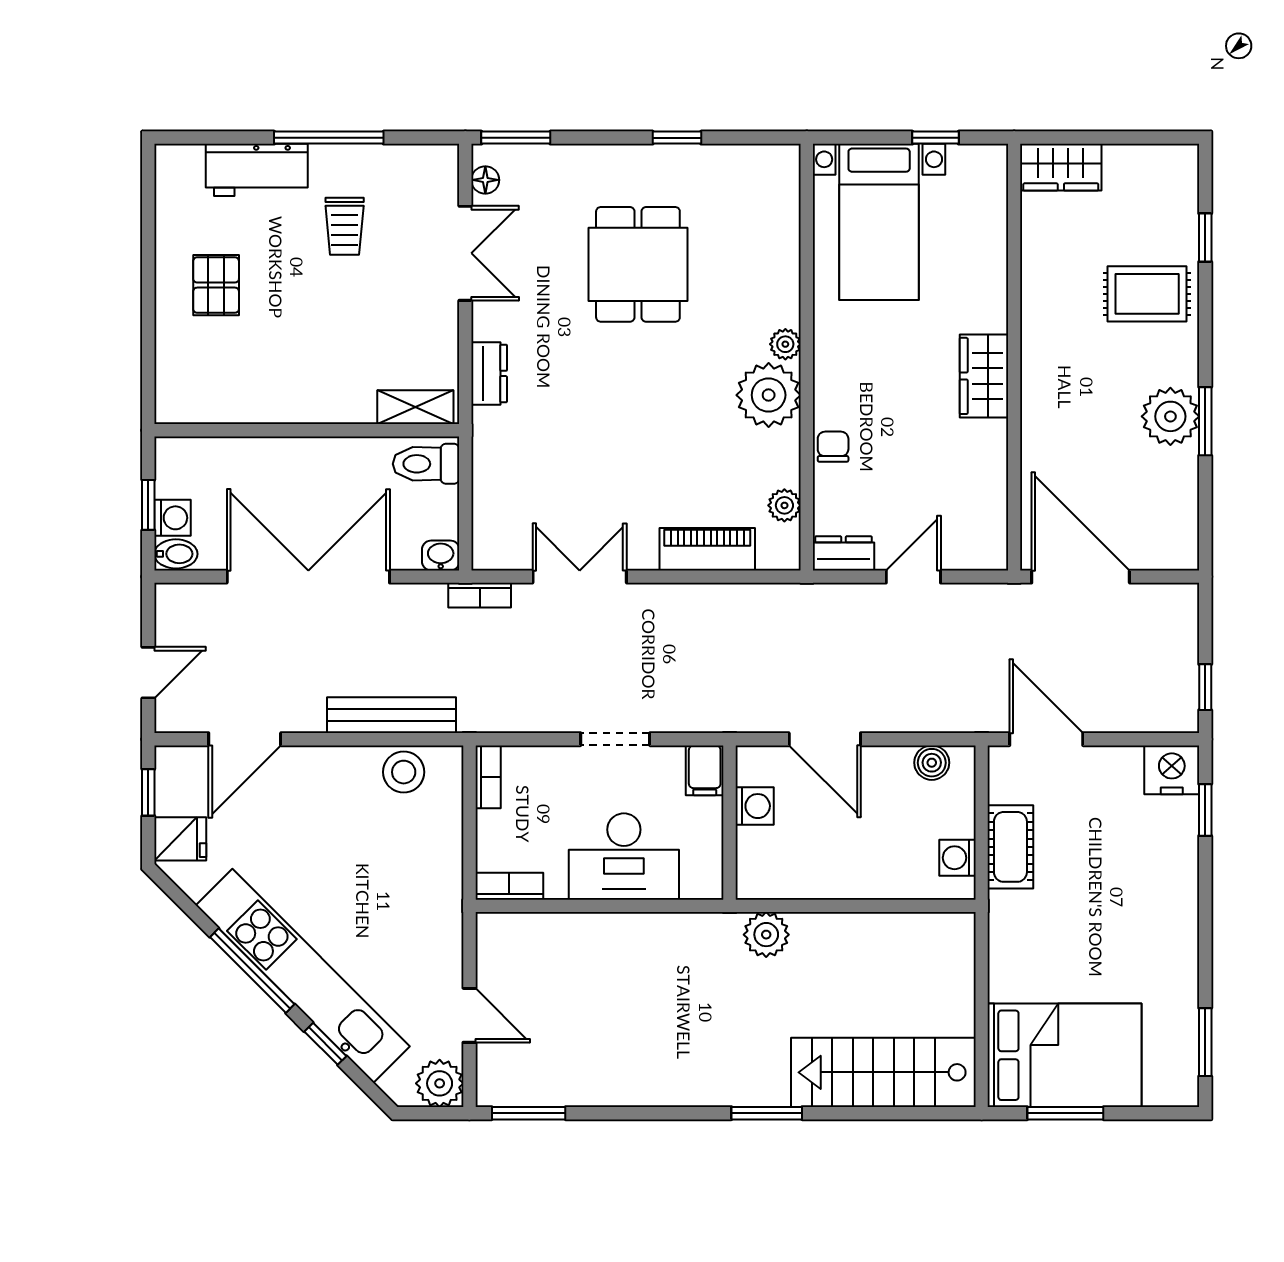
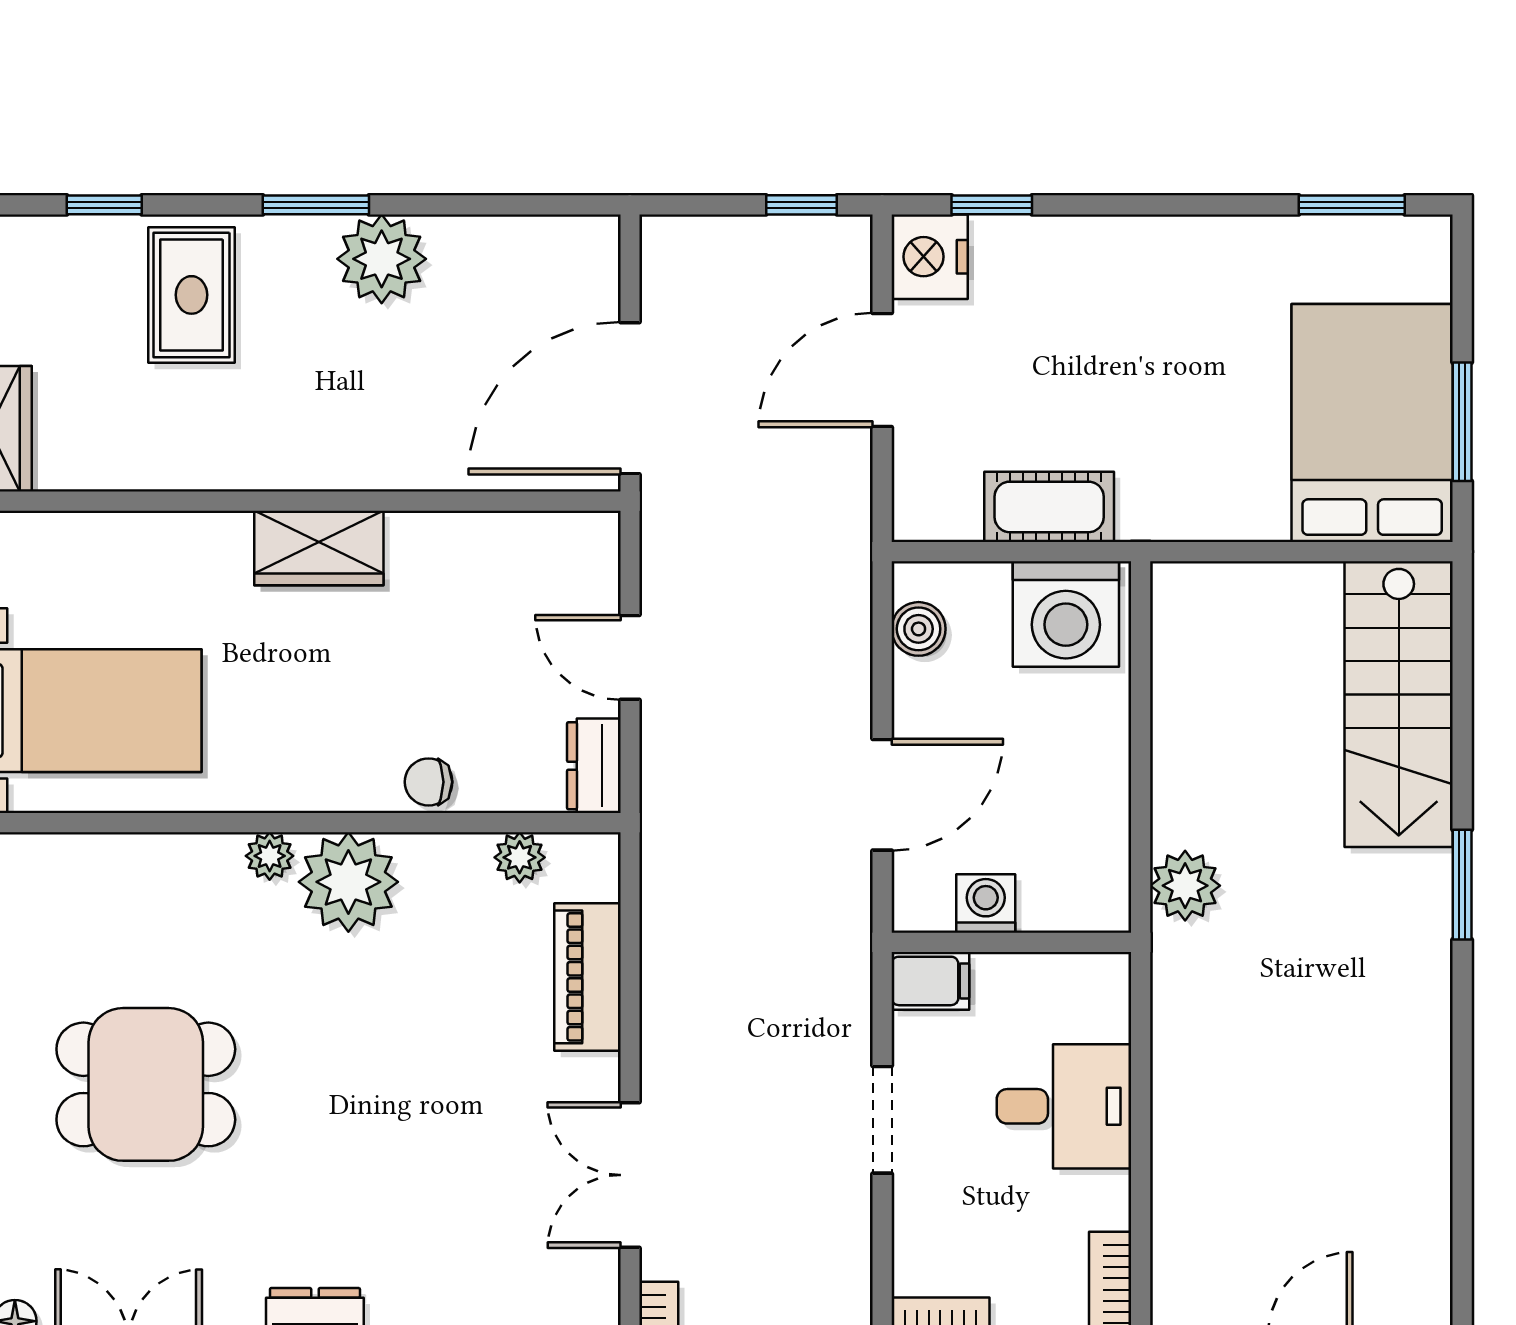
window: (1205, 421) -> (316, 205), moved
door: (1046, 739) -> (882, 370), moved
desk: (624, 856) -> (1064, 1106), width x0.73
washing machine: (957, 858) -> (1066, 614), width x1.89, depth x1.89
window: (529, 1113) -> (1462, 1254), removed

